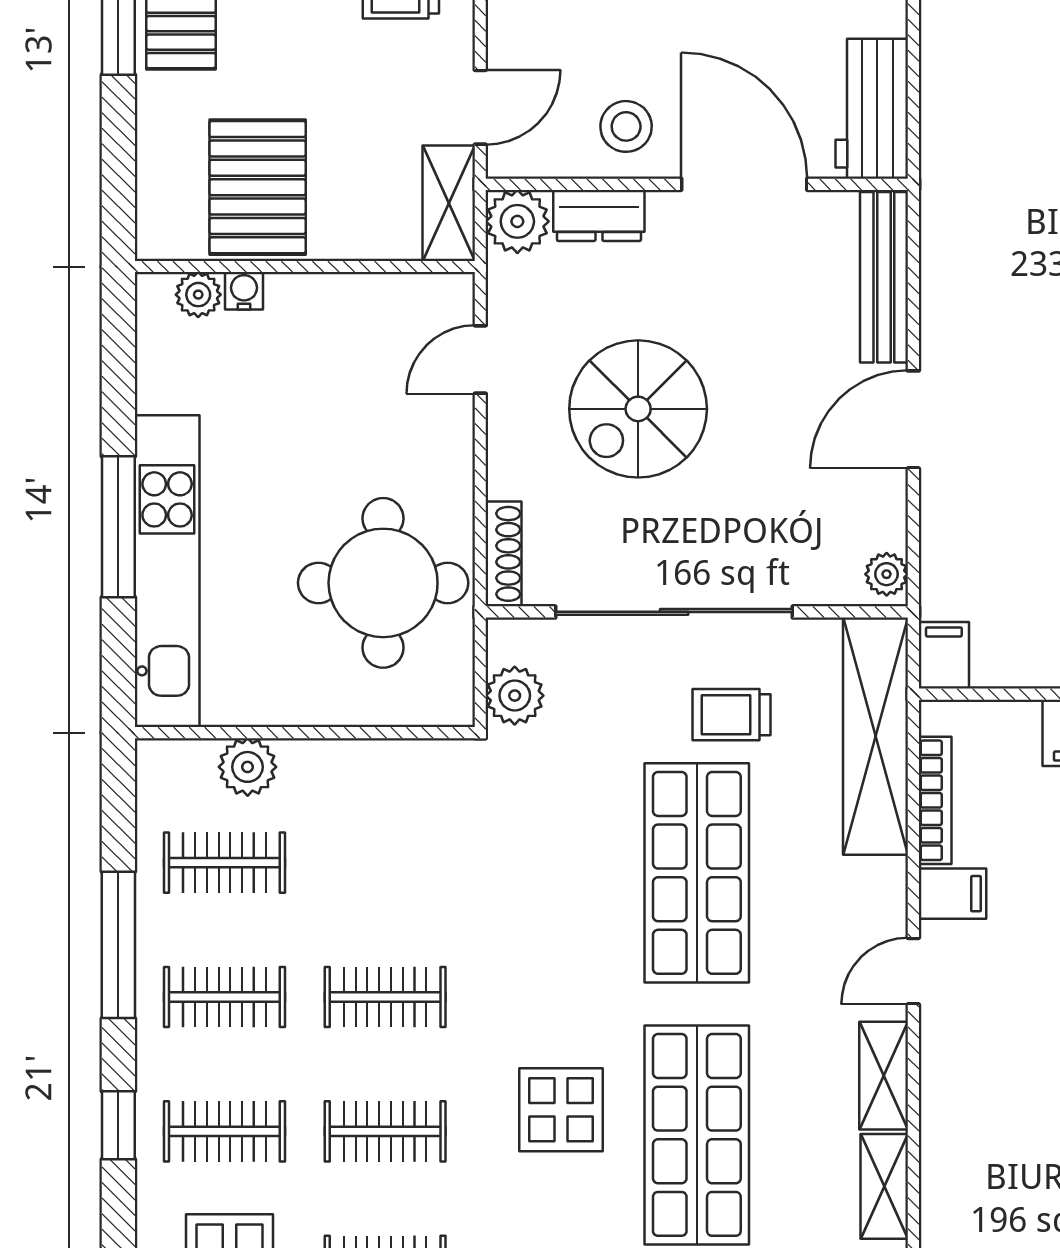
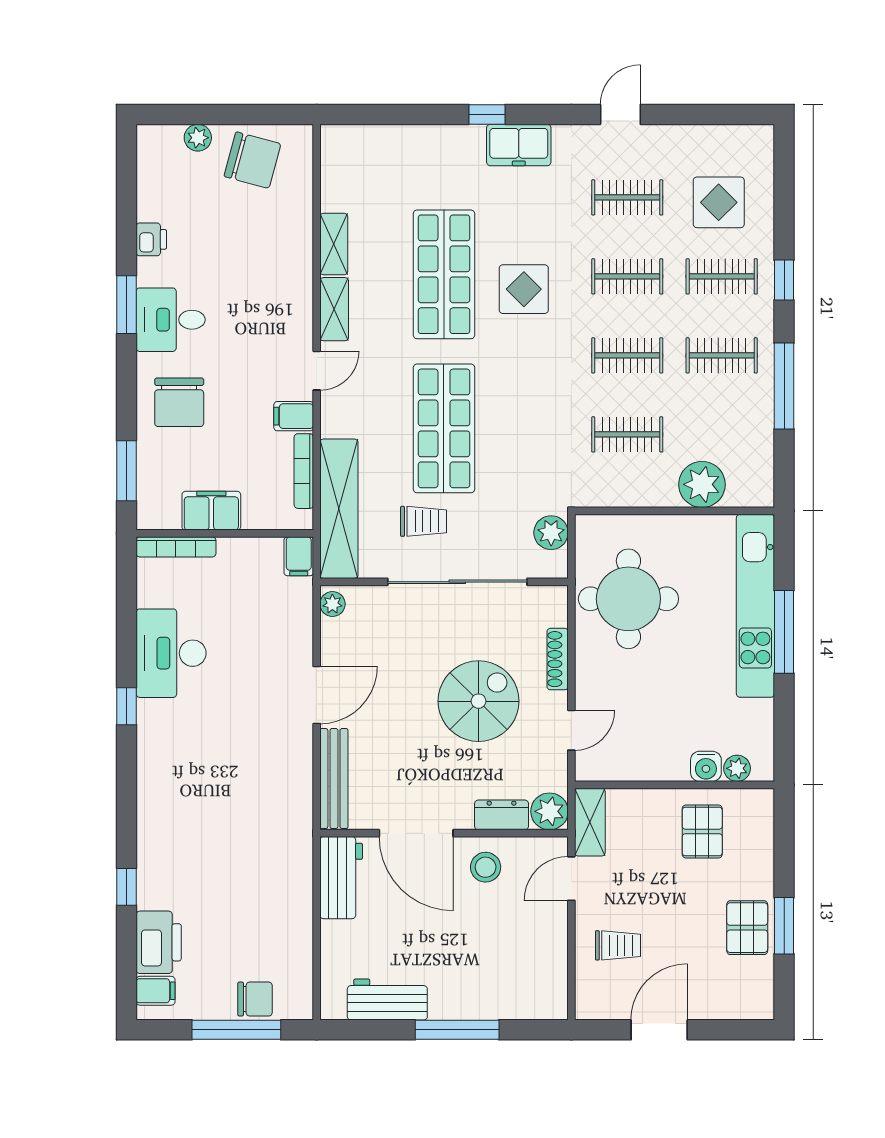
pallet: (258, 187) -> (702, 831), width x0.67, depth x0.71
water cooler: (244, 291) -> (706, 766), width x1.38, depth x1.38
shoe rack: (504, 554) -> (558, 659), moved
plant: (248, 767) -> (702, 484), width x1.36, depth x1.36
clothes rail: (224, 863) -> (627, 434), moved

